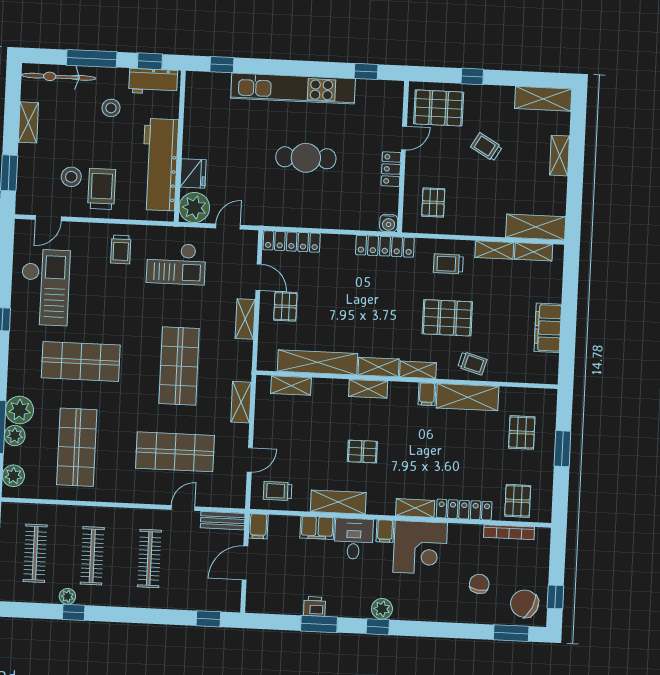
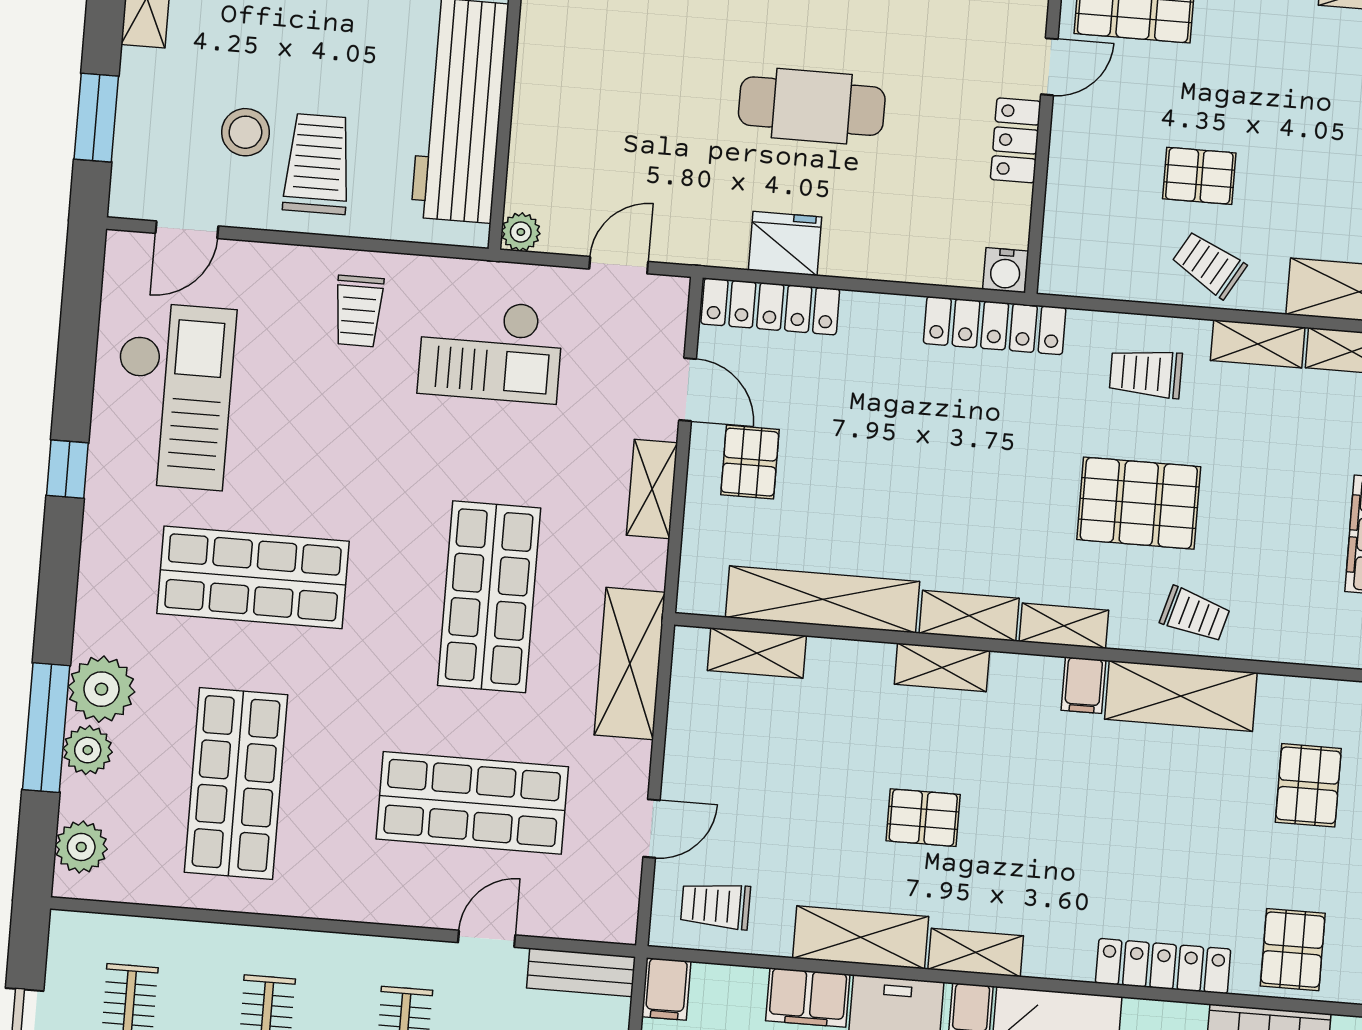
trolley: (486, 147) -> (1209, 265), moved
fridge: (193, 173) -> (785, 244), moved, turned -90
pallet: (433, 202) -> (1199, 176), moved, turned 90
plant: (194, 208) -> (521, 232), width x0.53, depth x0.53
shelving: (241, 402) -> (630, 664), width x1.50, depth x1.33
shelving: (415, 508) -> (976, 953), moved

